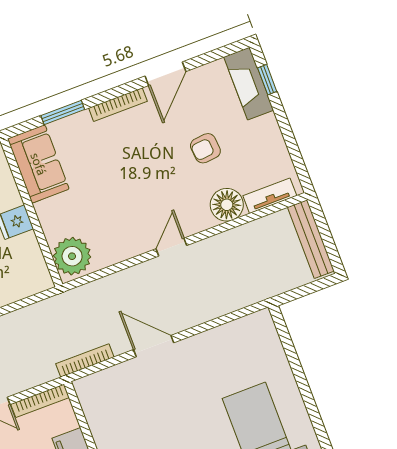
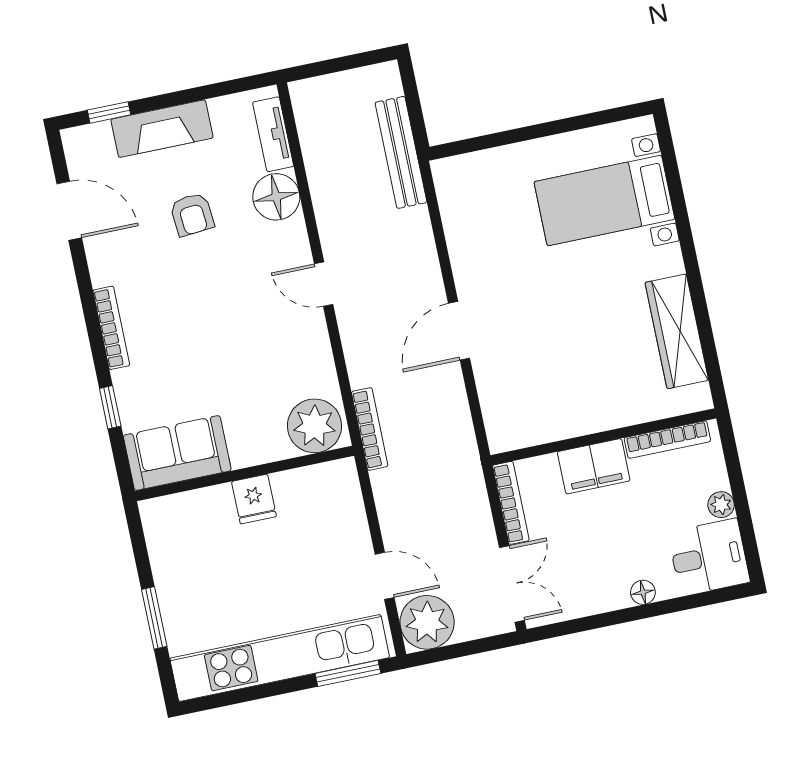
door: (165, 74) -> (69, 211), moved
fireplace: (249, 84) -> (162, 129), moved
window: (63, 112) -> (110, 407), width x0.67
bench: (311, 239) -> (401, 152), moved, turned 90
bookcase: (85, 360) -> (370, 429), moved, turned 180

